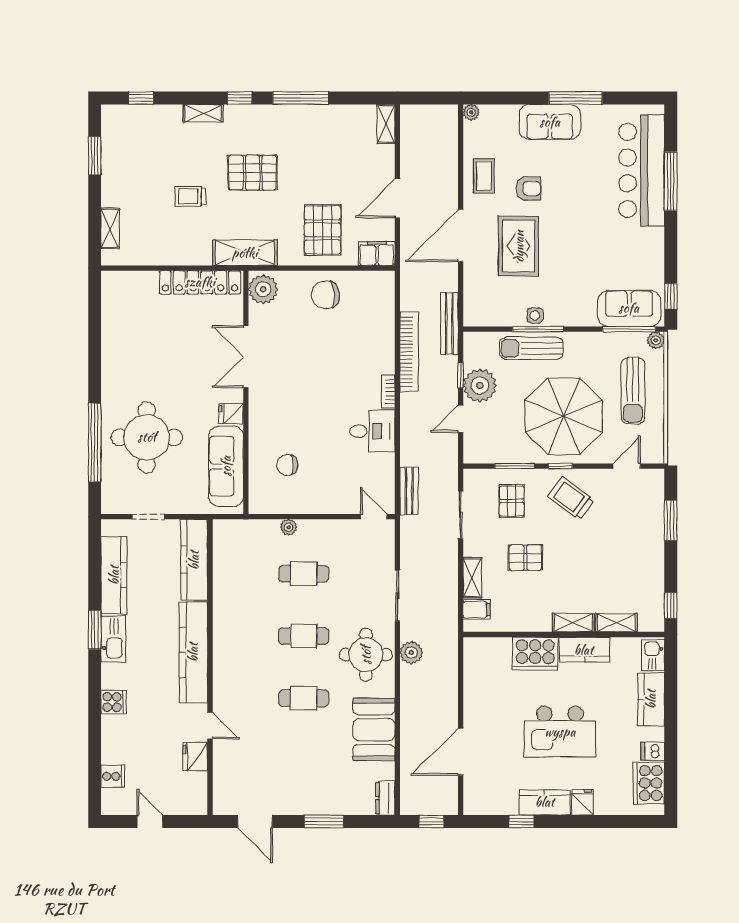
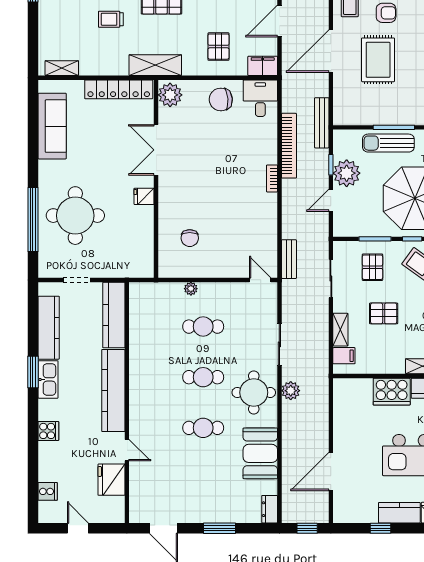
shelving: (110, 228) -> (62, 68), moved, turned 90
pallet: (323, 230) -> (218, 47), width x0.67, depth x0.71
side table: (535, 315) -> (391, 116), removed
desk: (372, 431) -> (260, 98), moved, turned -90
chair: (287, 465) -> (190, 238), turned -90
sofa: (226, 466) -> (52, 126), moved, turned 180
fridge: (195, 757) -> (111, 480), width x1.36, depth x1.34

